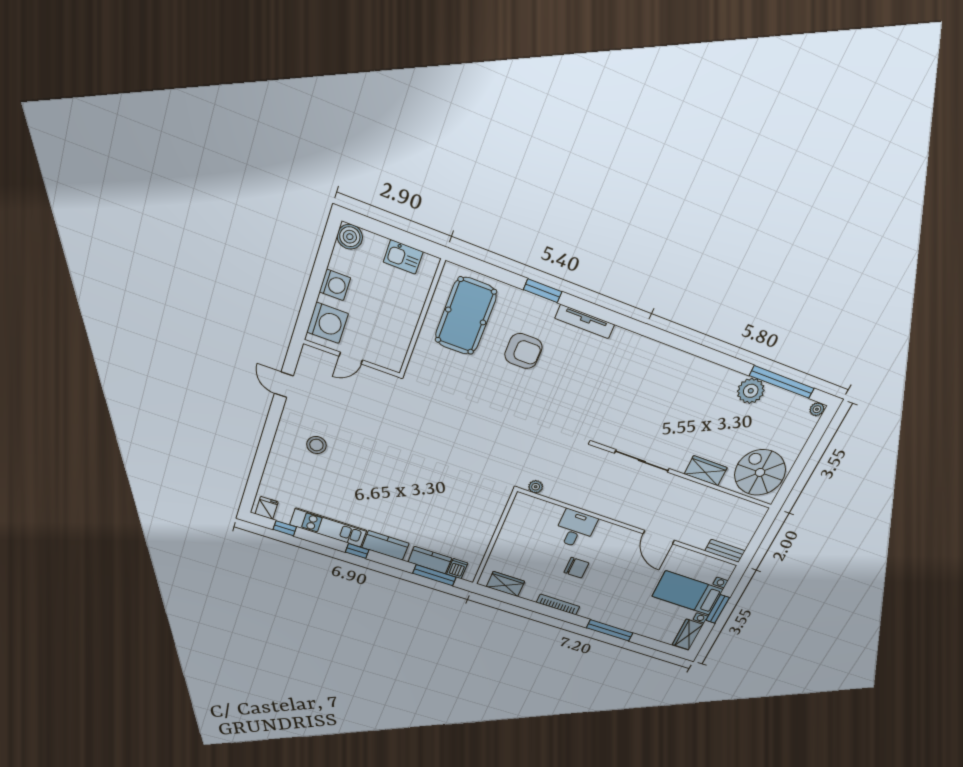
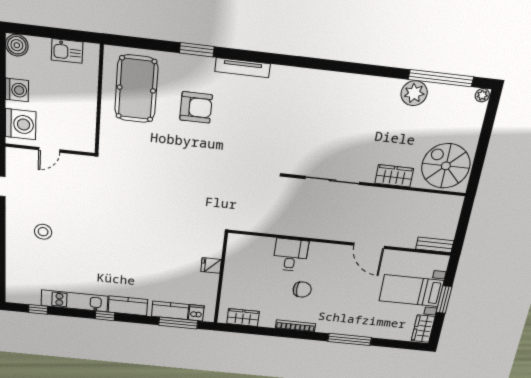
plant: (536, 487) -> (244, 225), removed
fridge: (267, 508) -> (211, 266), moved, turned -90

